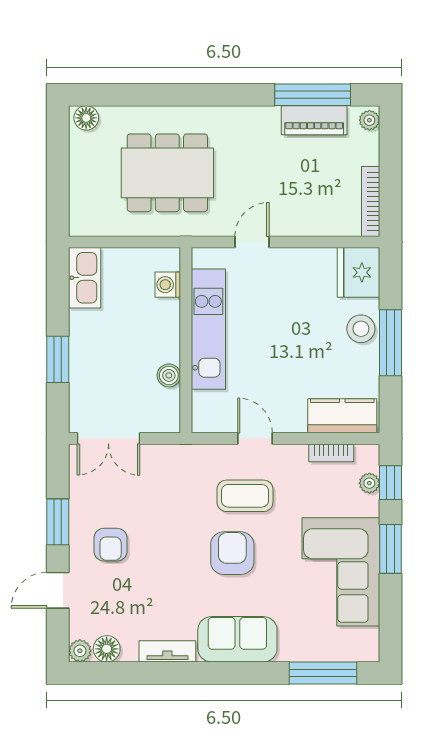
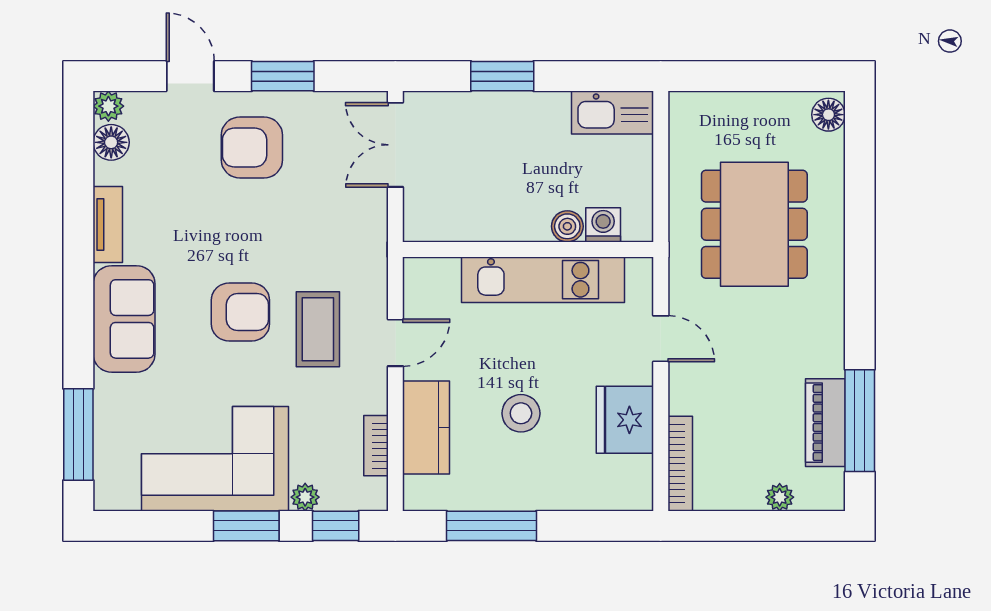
plant: (369, 120) -> (780, 497), moved
bookcase: (371, 201) -> (680, 464), moved, turned 90
fridge: (359, 272) -> (625, 420), moved, turned -90
stool: (361, 329) -> (521, 413), moved
window: (390, 343) -> (492, 526), moved
boiler: (169, 375) -> (567, 226), moved
kitchen counter: (342, 416) -> (426, 427), moved
plant: (369, 483) -> (305, 497), moved
armchair: (111, 545) -> (252, 148), width x1.38, depth x1.38

